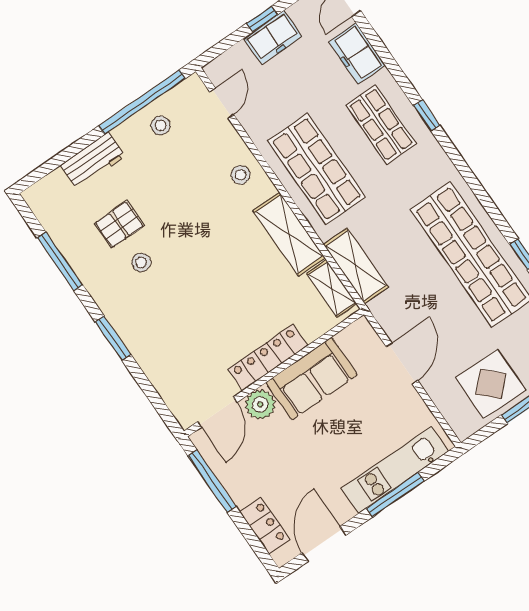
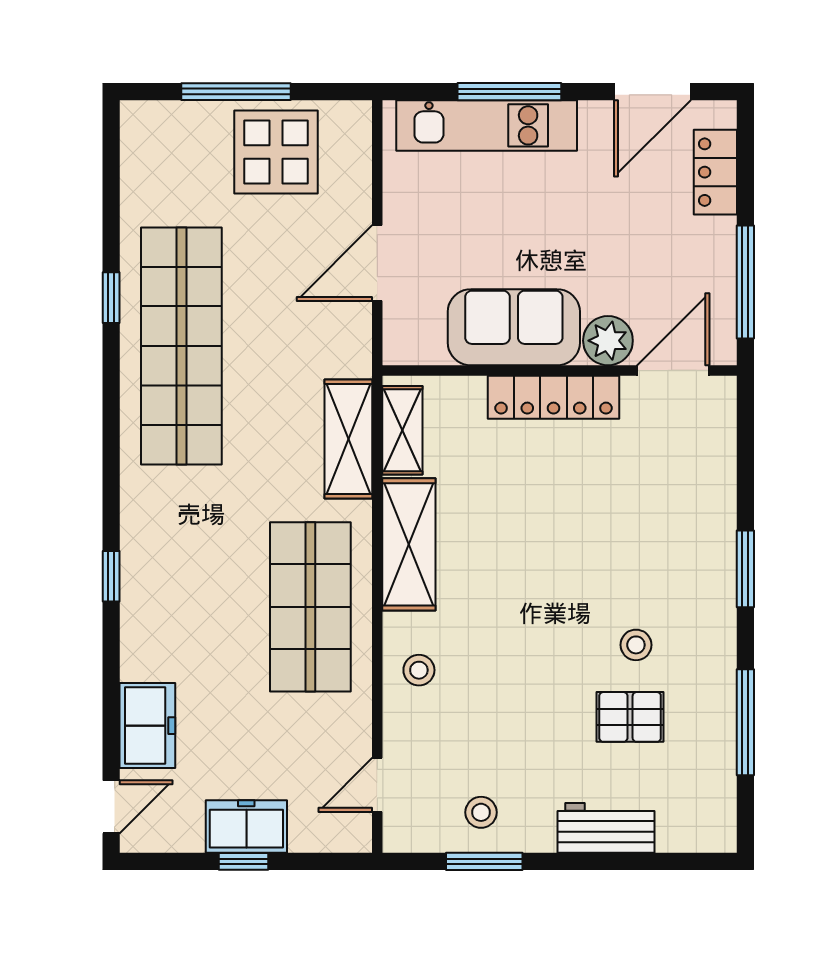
window: (142, 102) -> (484, 861), width x0.47
shop shelf: (381, 124) -> (181, 607), removed

